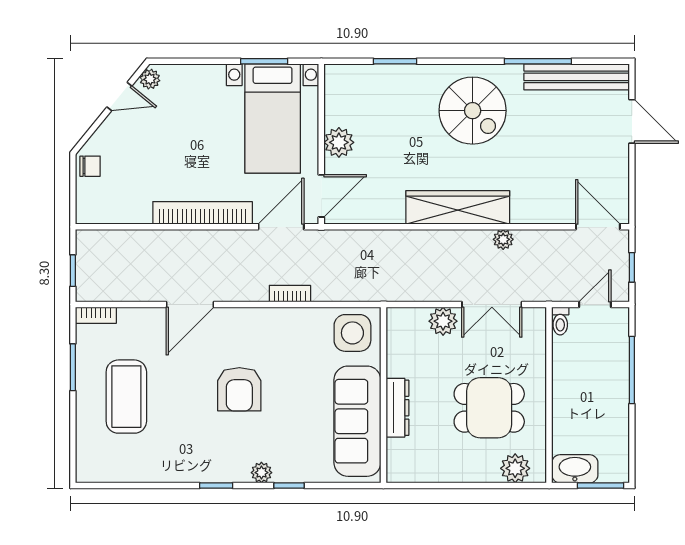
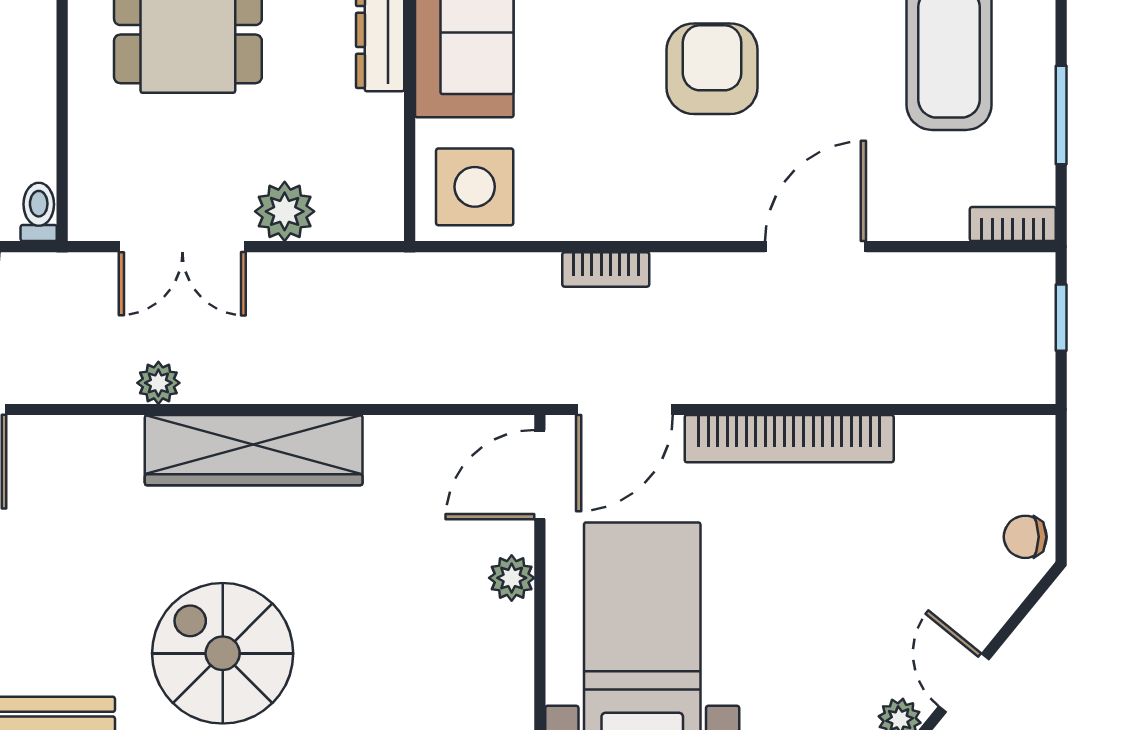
door: (119, 96) -> (964, 683), hinge flipped
plant: (339, 142) -> (512, 578), width x0.73, depth x0.73
double door: (492, 304) -> (182, 247), swing flipped

